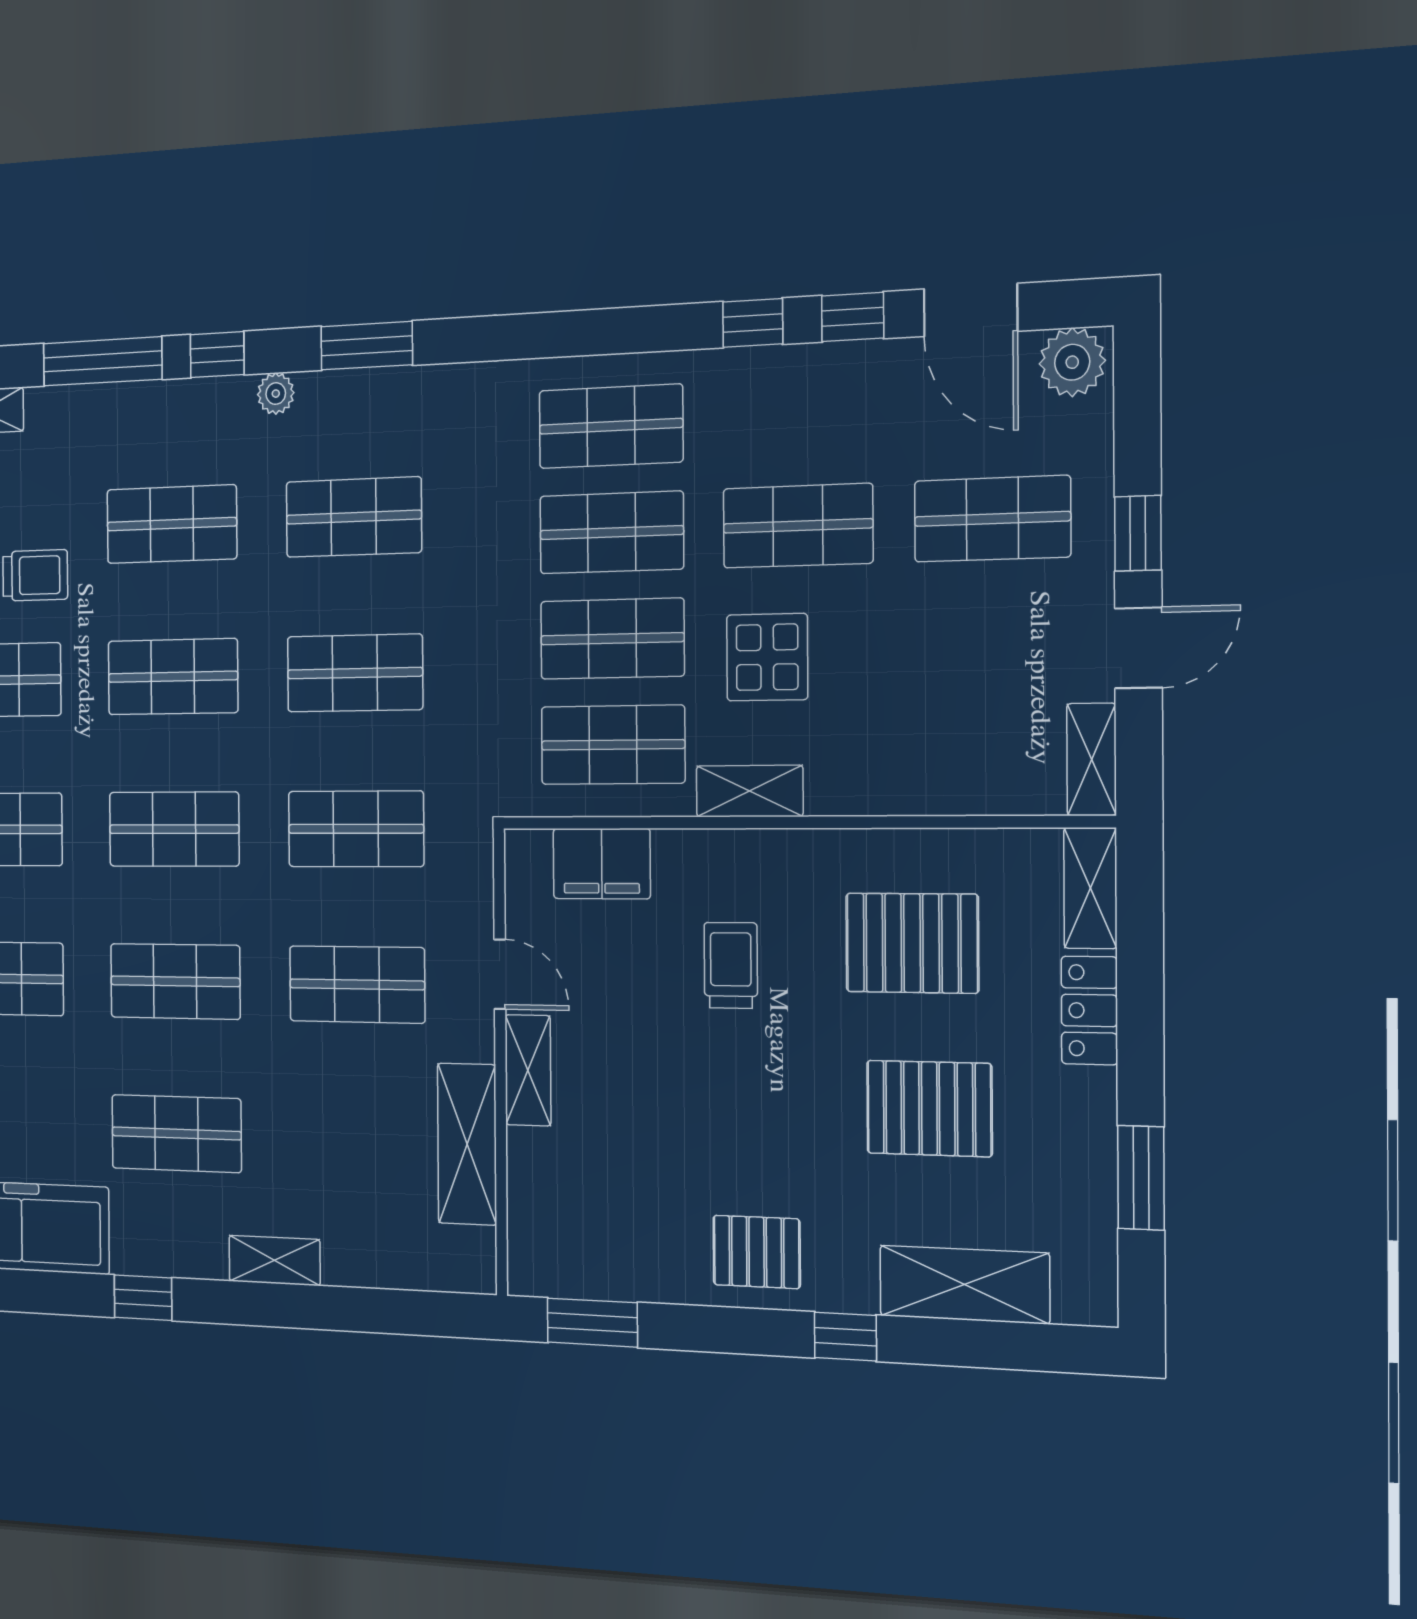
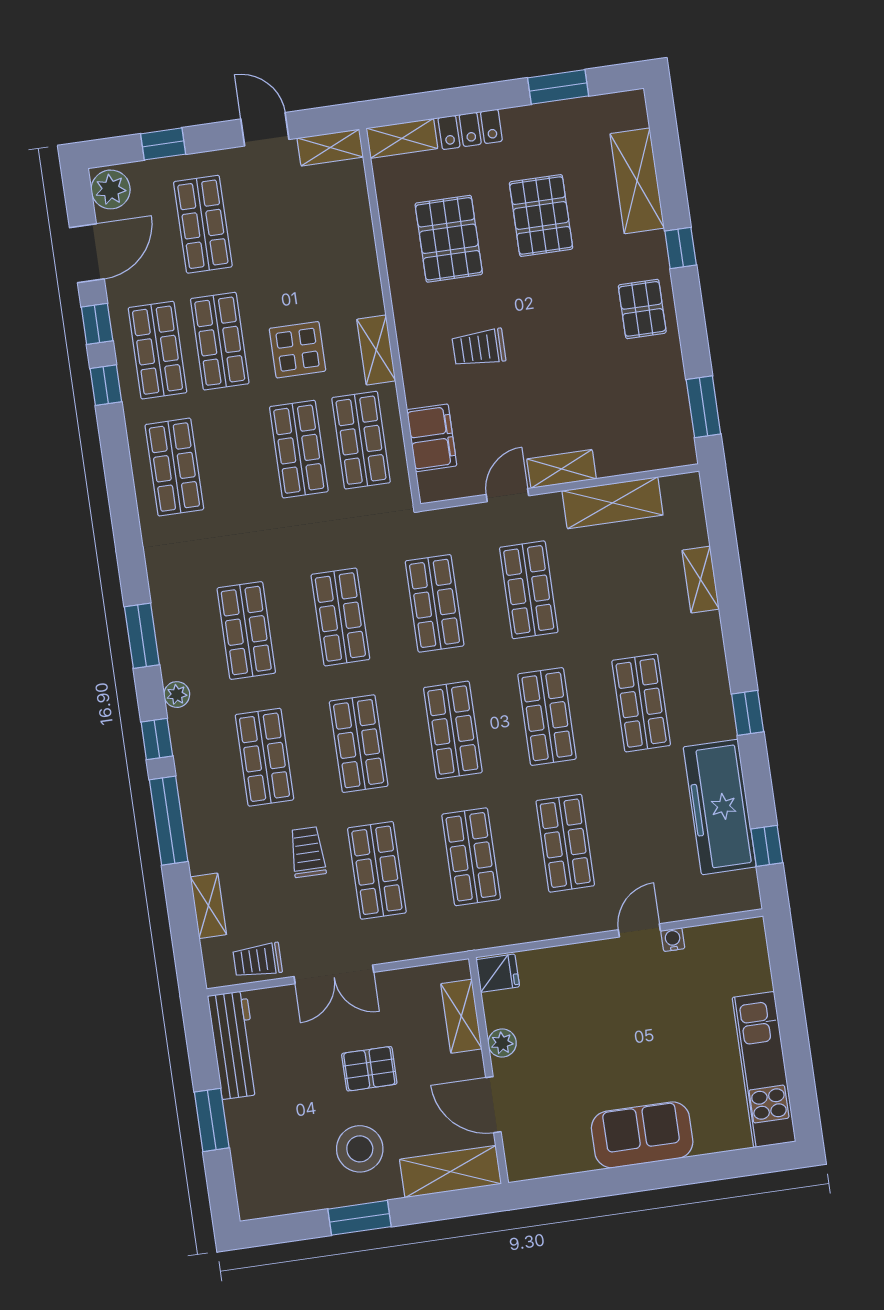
shop shelf: (611, 532) -> (158, 350), moved
window: (1138, 533) -> (163, 144), moved
shelving: (275, 1260) -> (701, 580), moved

